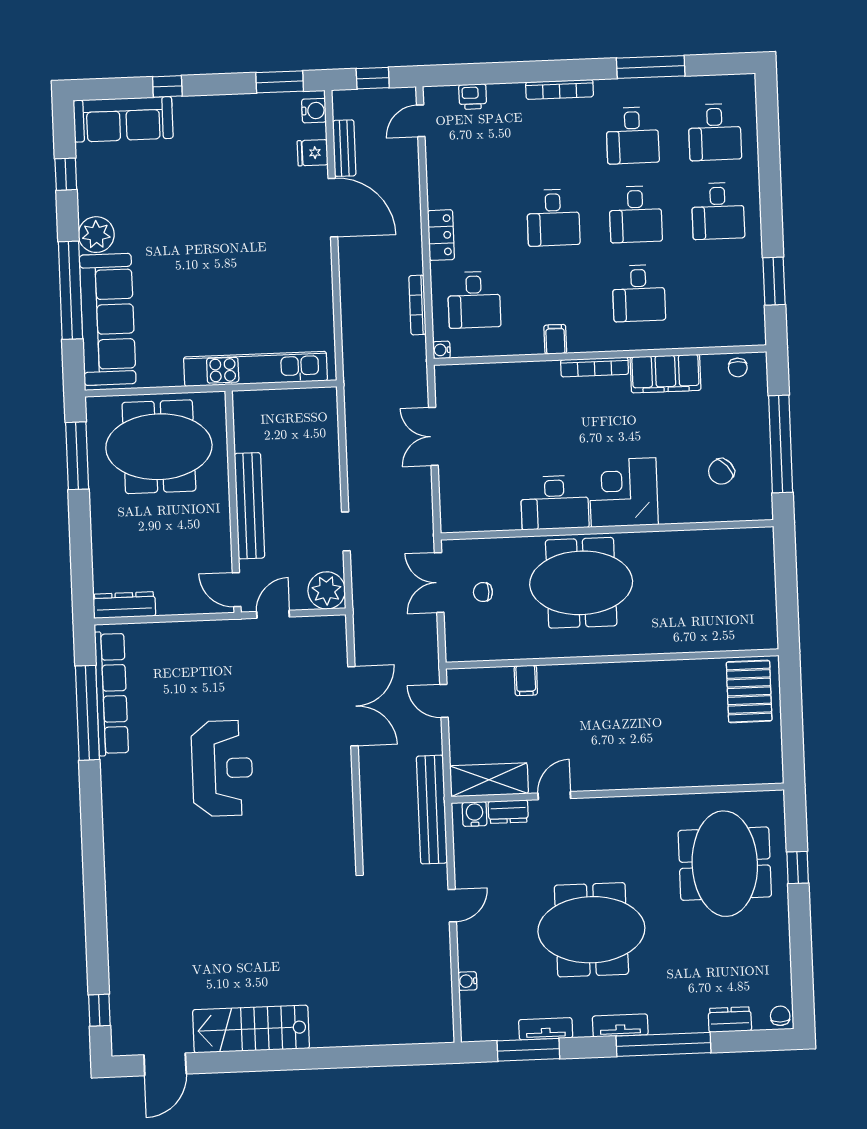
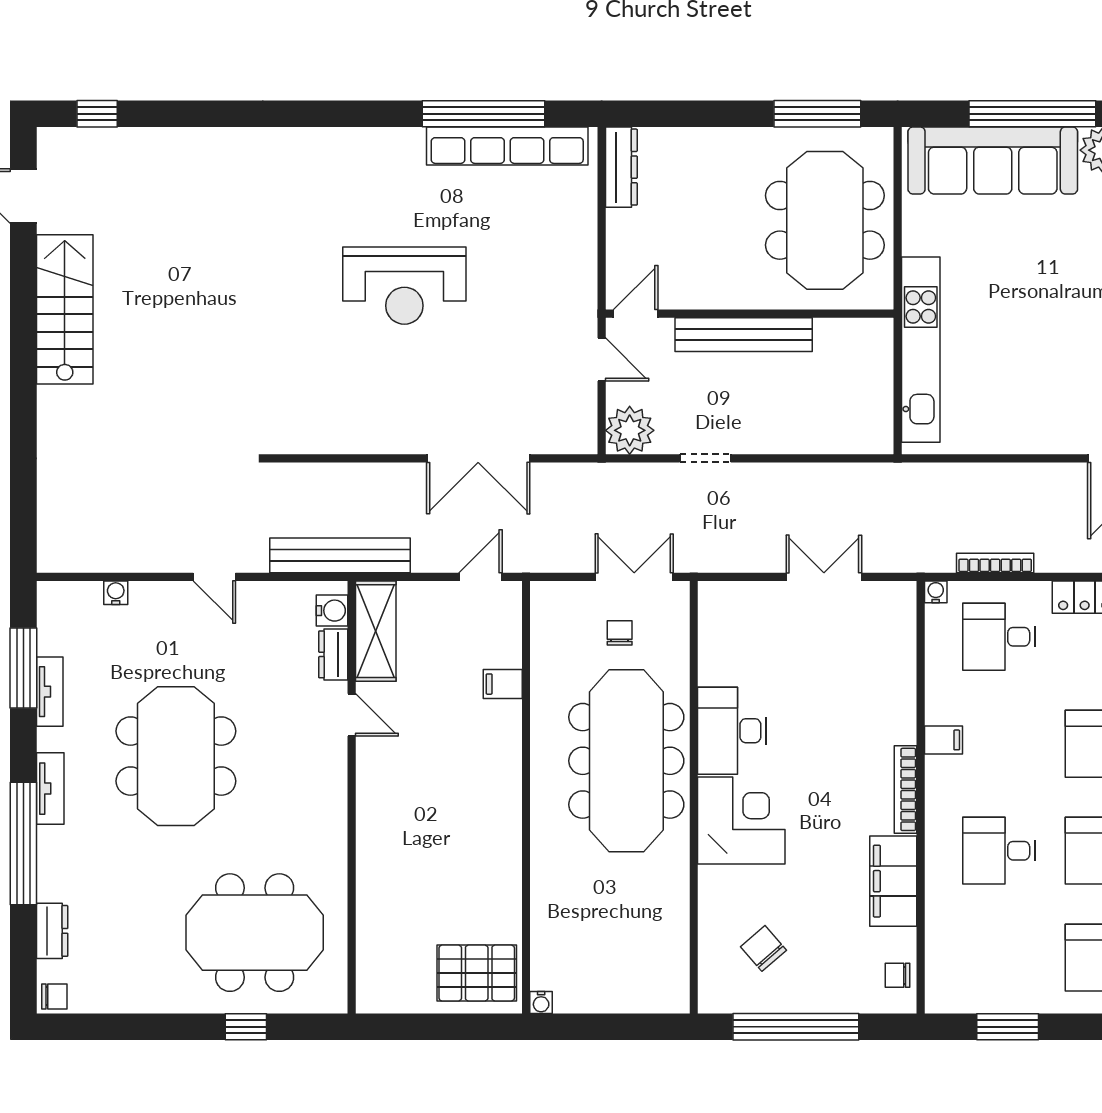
meeting table: (581, 583) -> (626, 761), width x1.36
water cooler: (770, 641) -> (541, 1002), added

